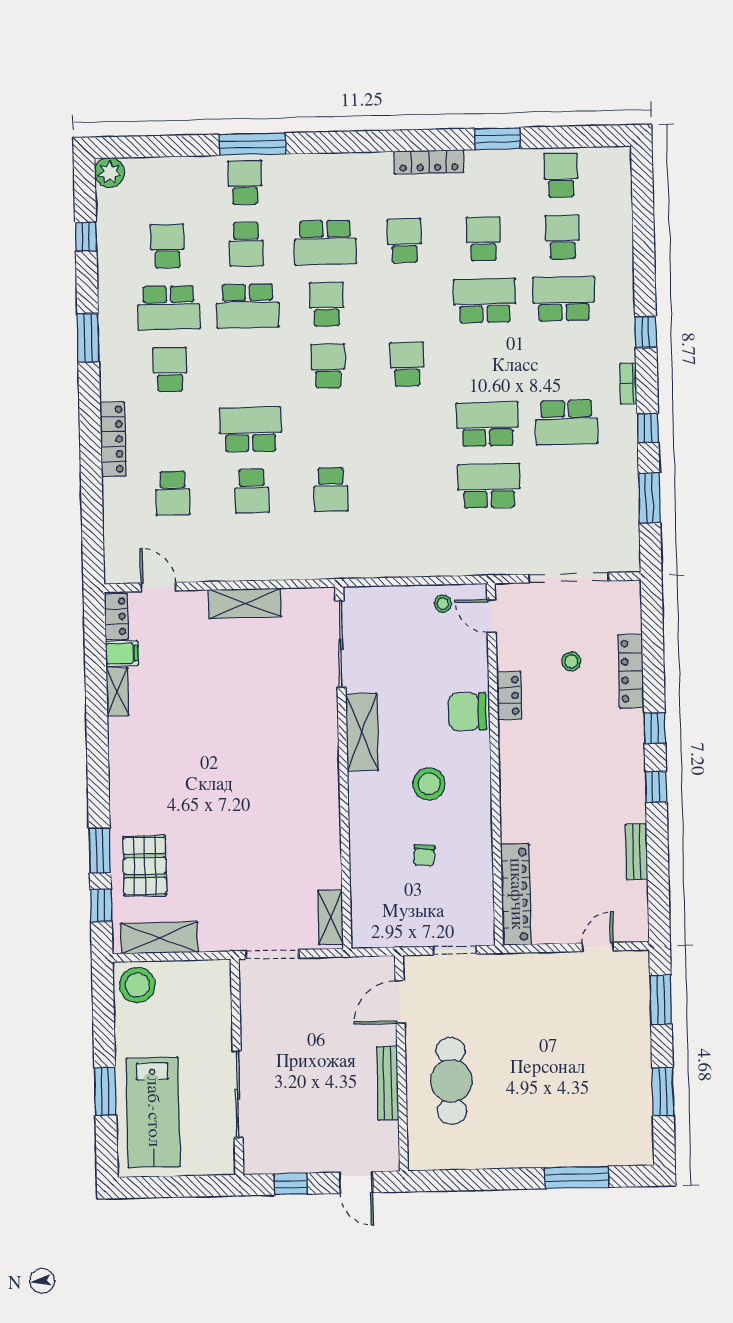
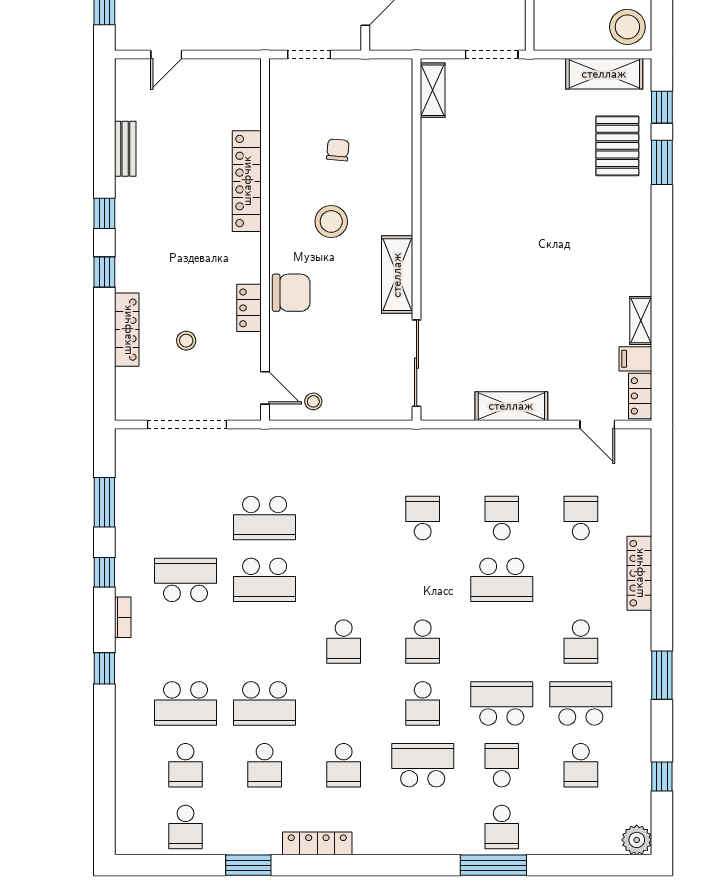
locker: (516, 894) -> (247, 181), moved

